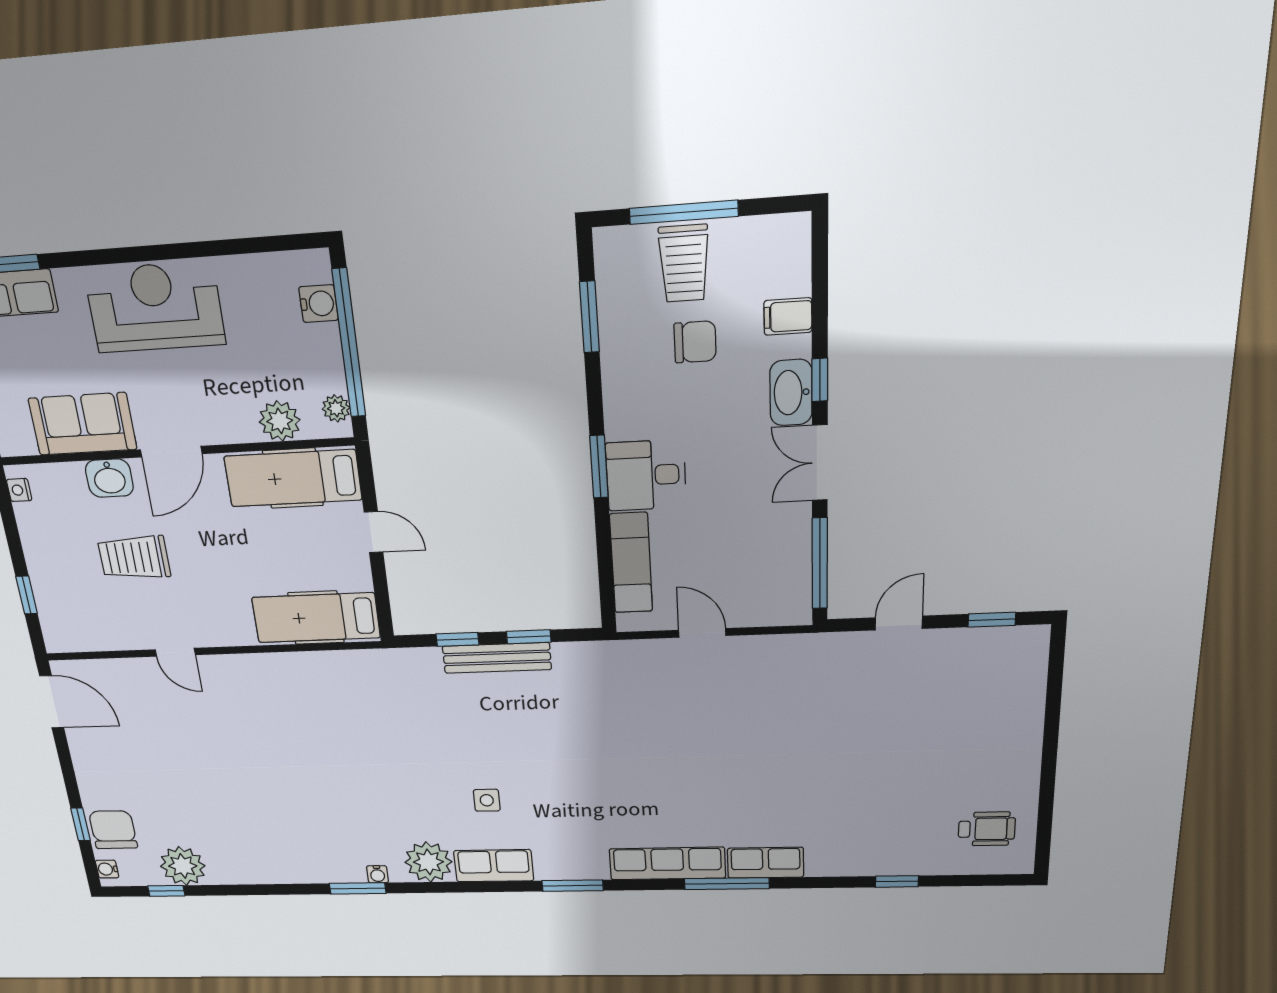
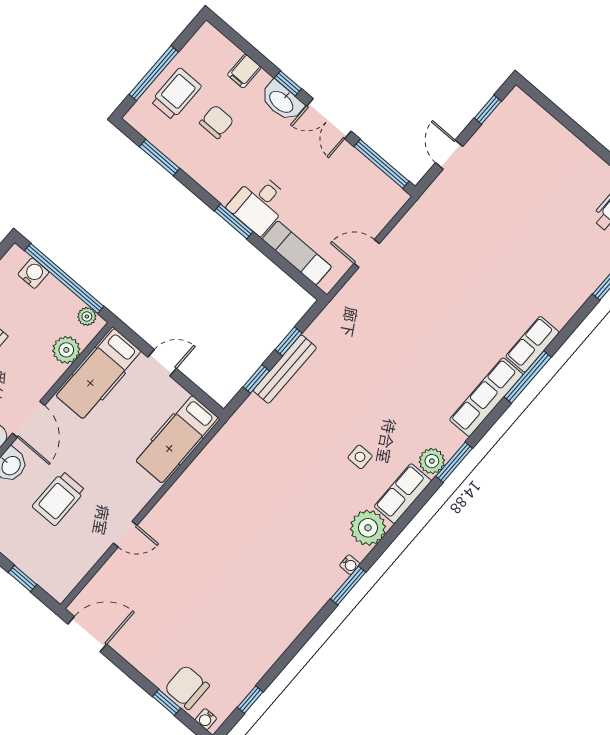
trolley: (684, 263) -> (176, 94), turned -90
plant: (183, 866) -> (432, 461), moved, width x0.73, depth x0.73

